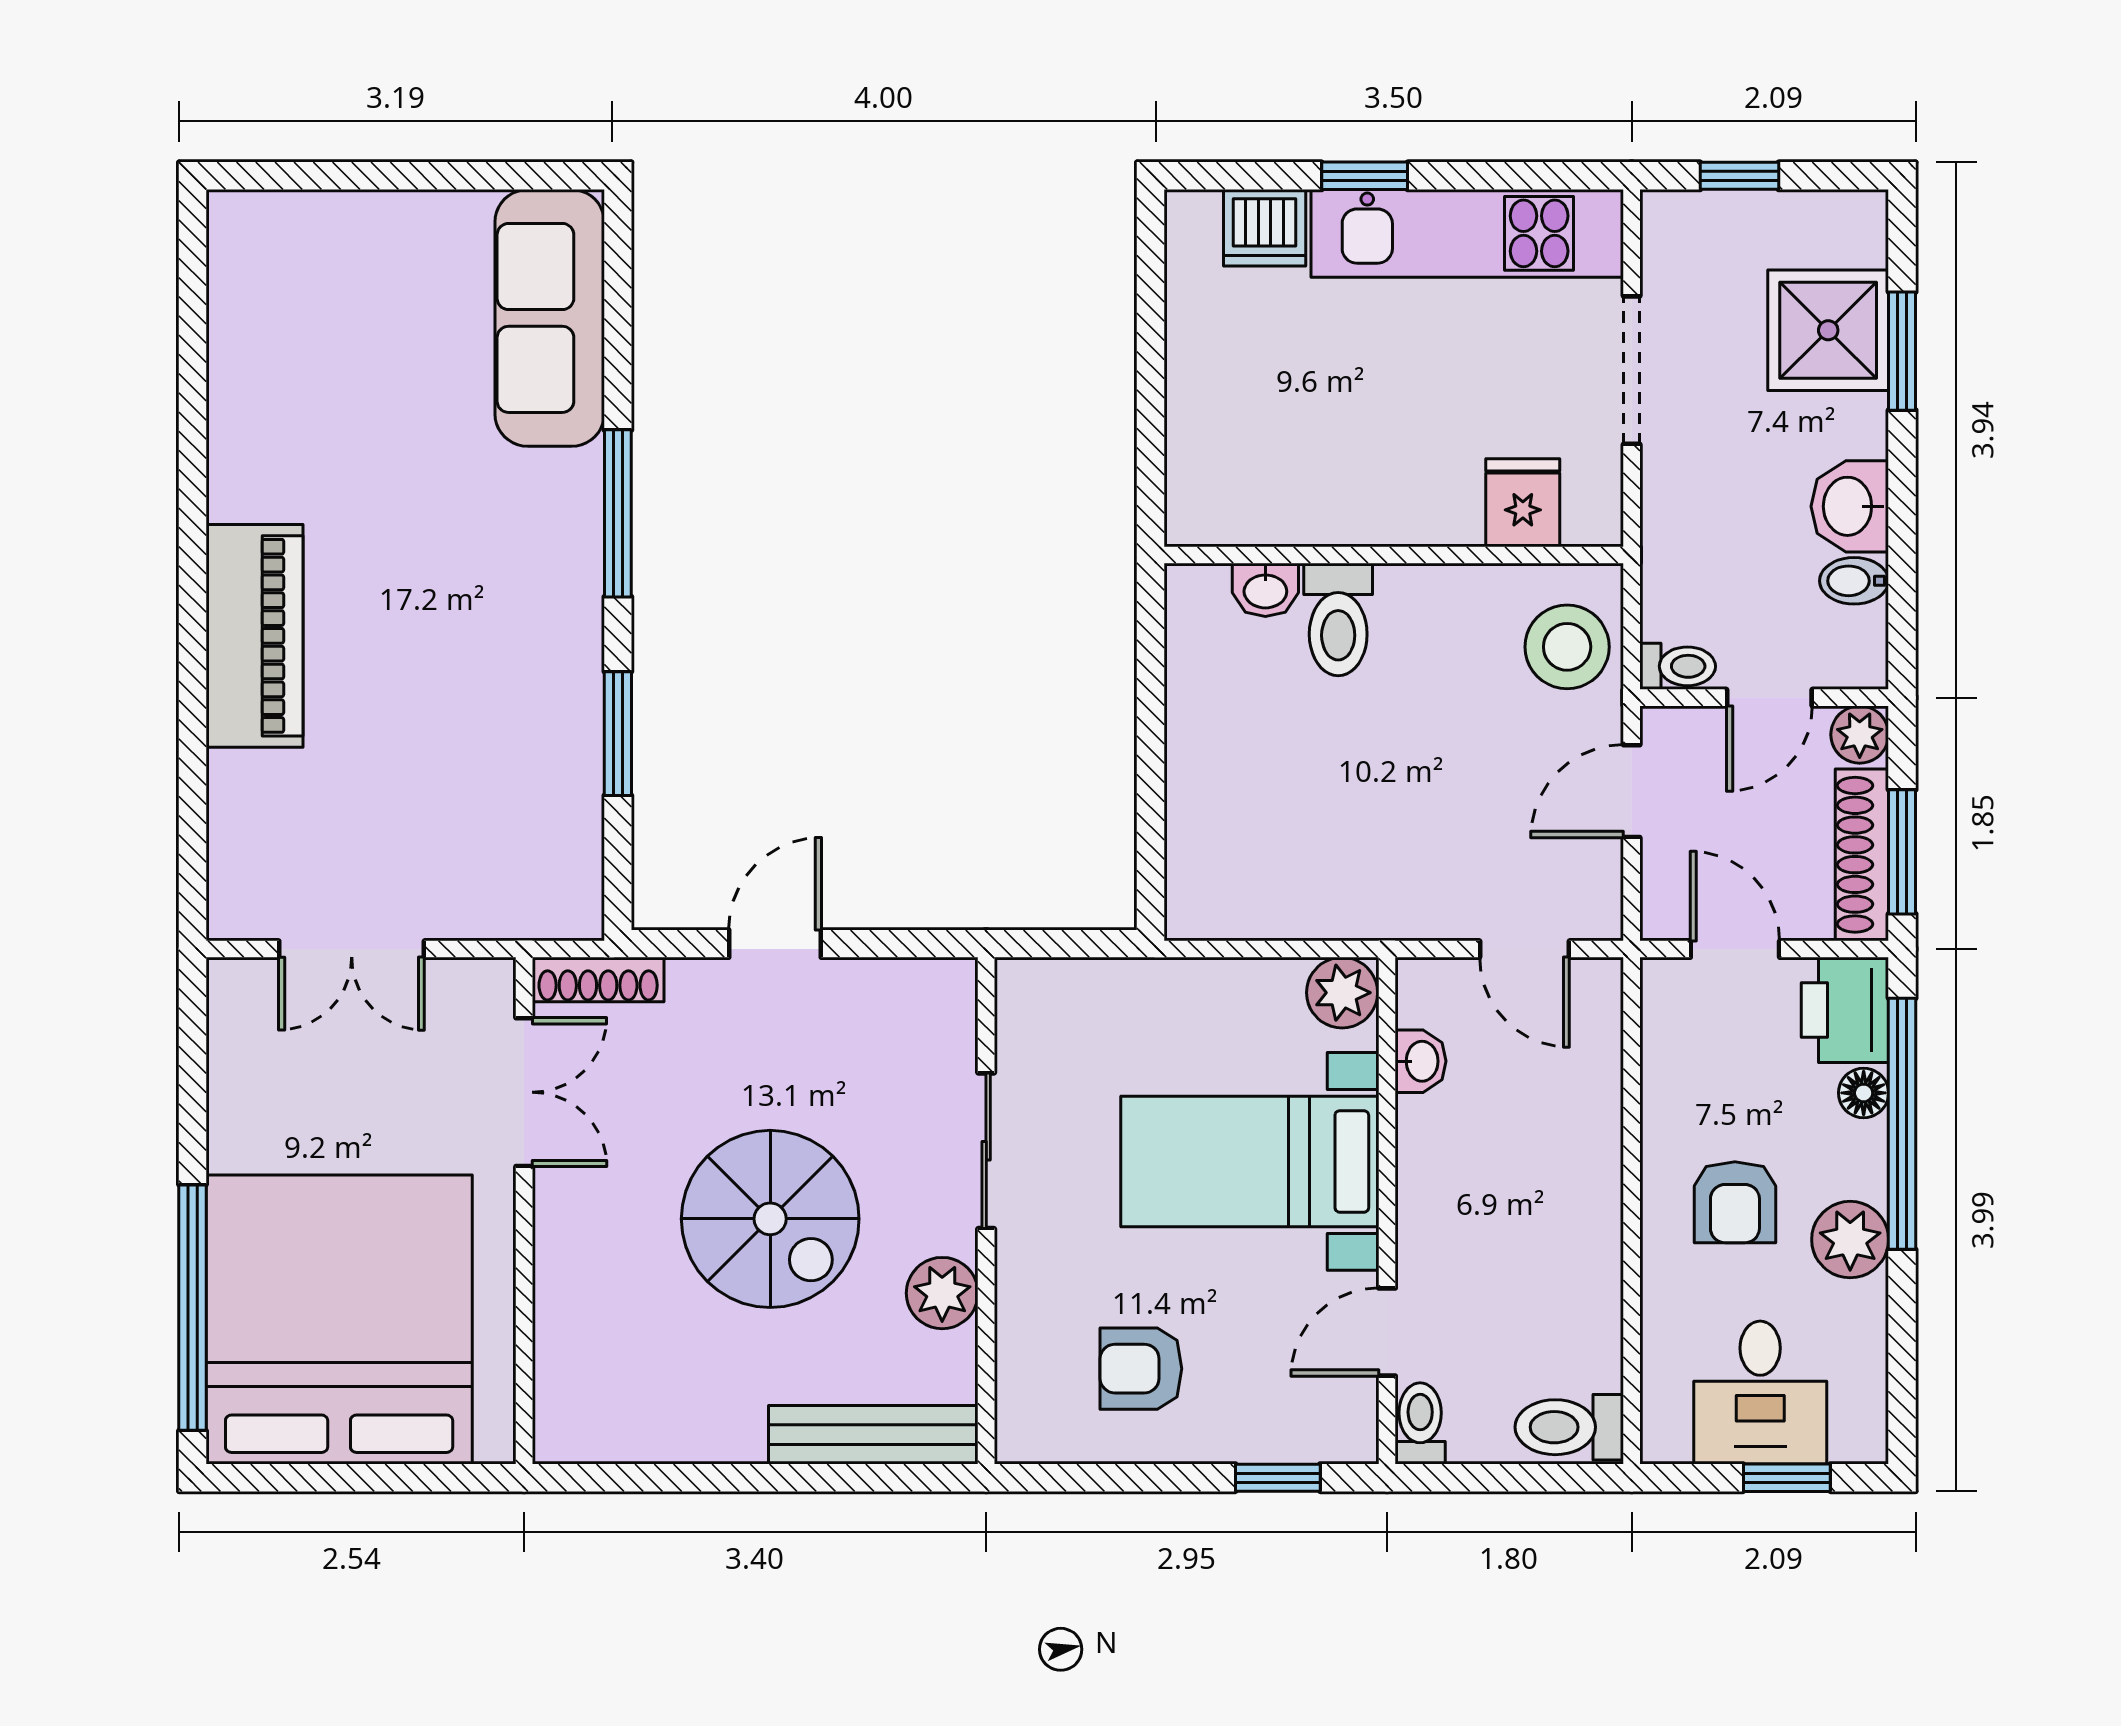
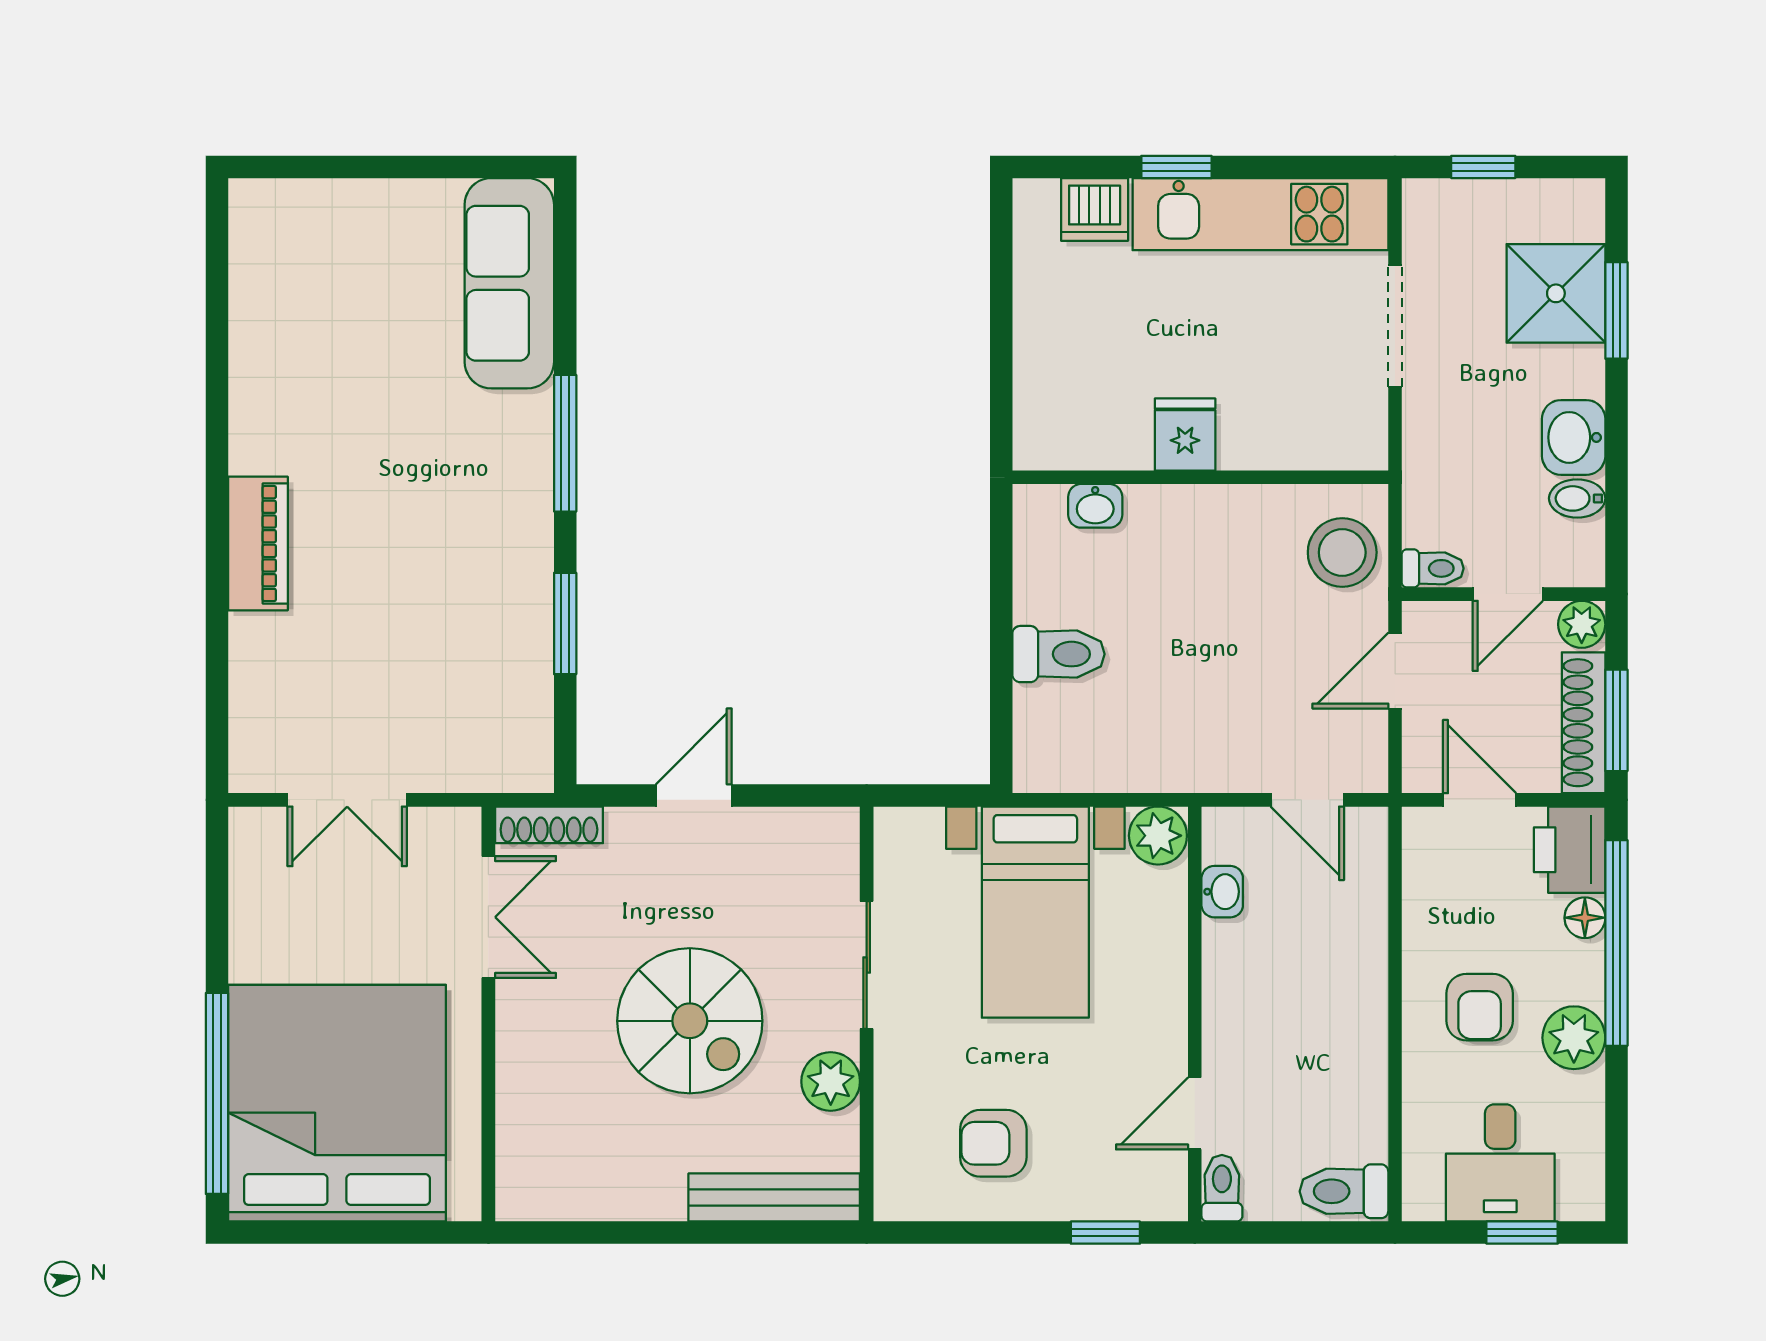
fridge: (1523, 503) -> (1185, 435), moved
toilet: (1338, 620) -> (1059, 654), moved, turned -90
piano: (255, 636) -> (258, 544), width x0.73, depth x0.75
bed with nightstands: (1250, 1161) -> (1035, 912), moved, turned -90

